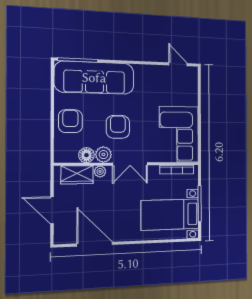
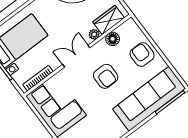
armchair: (70, 121) -> (142, 54), turned 180
plant: (103, 155) -> (101, 48), removed

